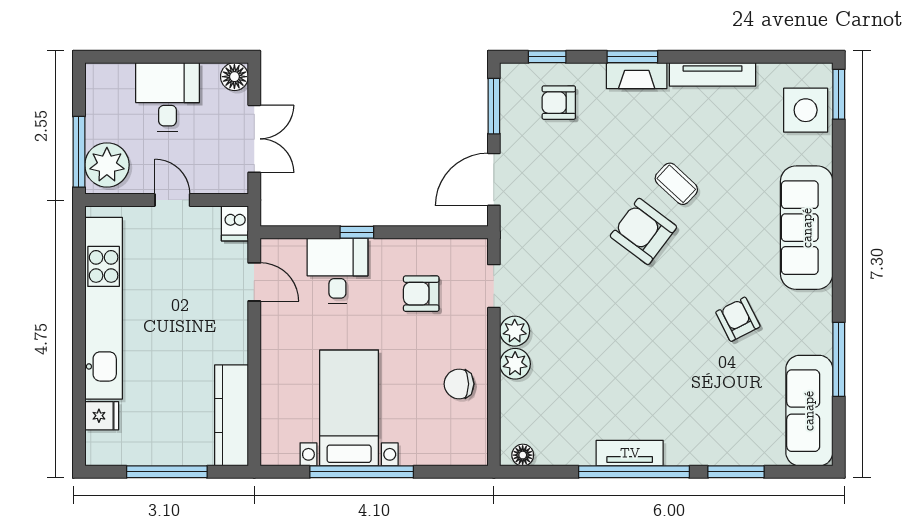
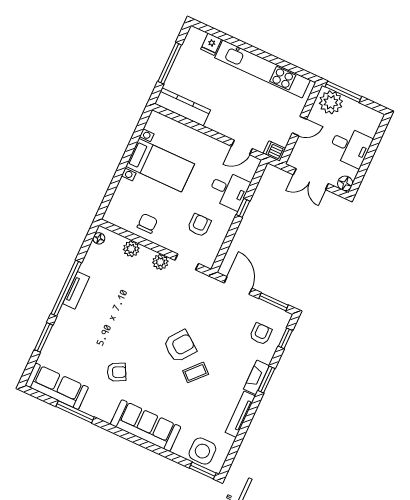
plant: (515, 364) -> (131, 249), moved
window: (362, 472) -> (127, 157), removed

